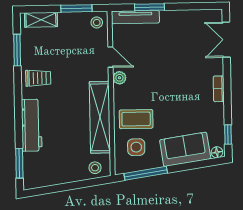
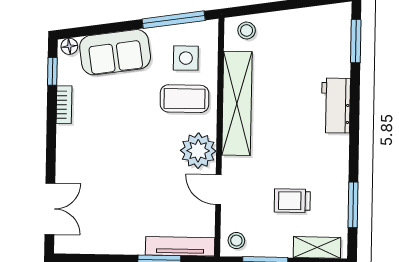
trolley: (38, 78) -> (292, 201), moved
plant: (119, 78) -> (198, 151), width x1.88, depth x1.88
bookcase: (219, 89) -> (64, 105), moved
workbench: (32, 125) -> (336, 106), width x0.73

